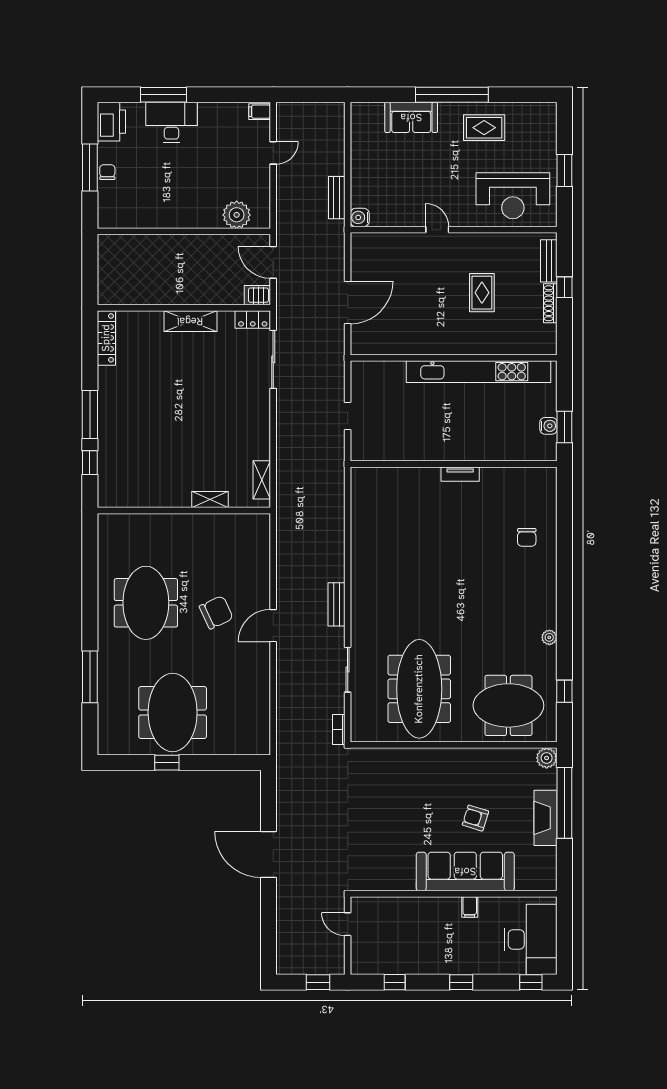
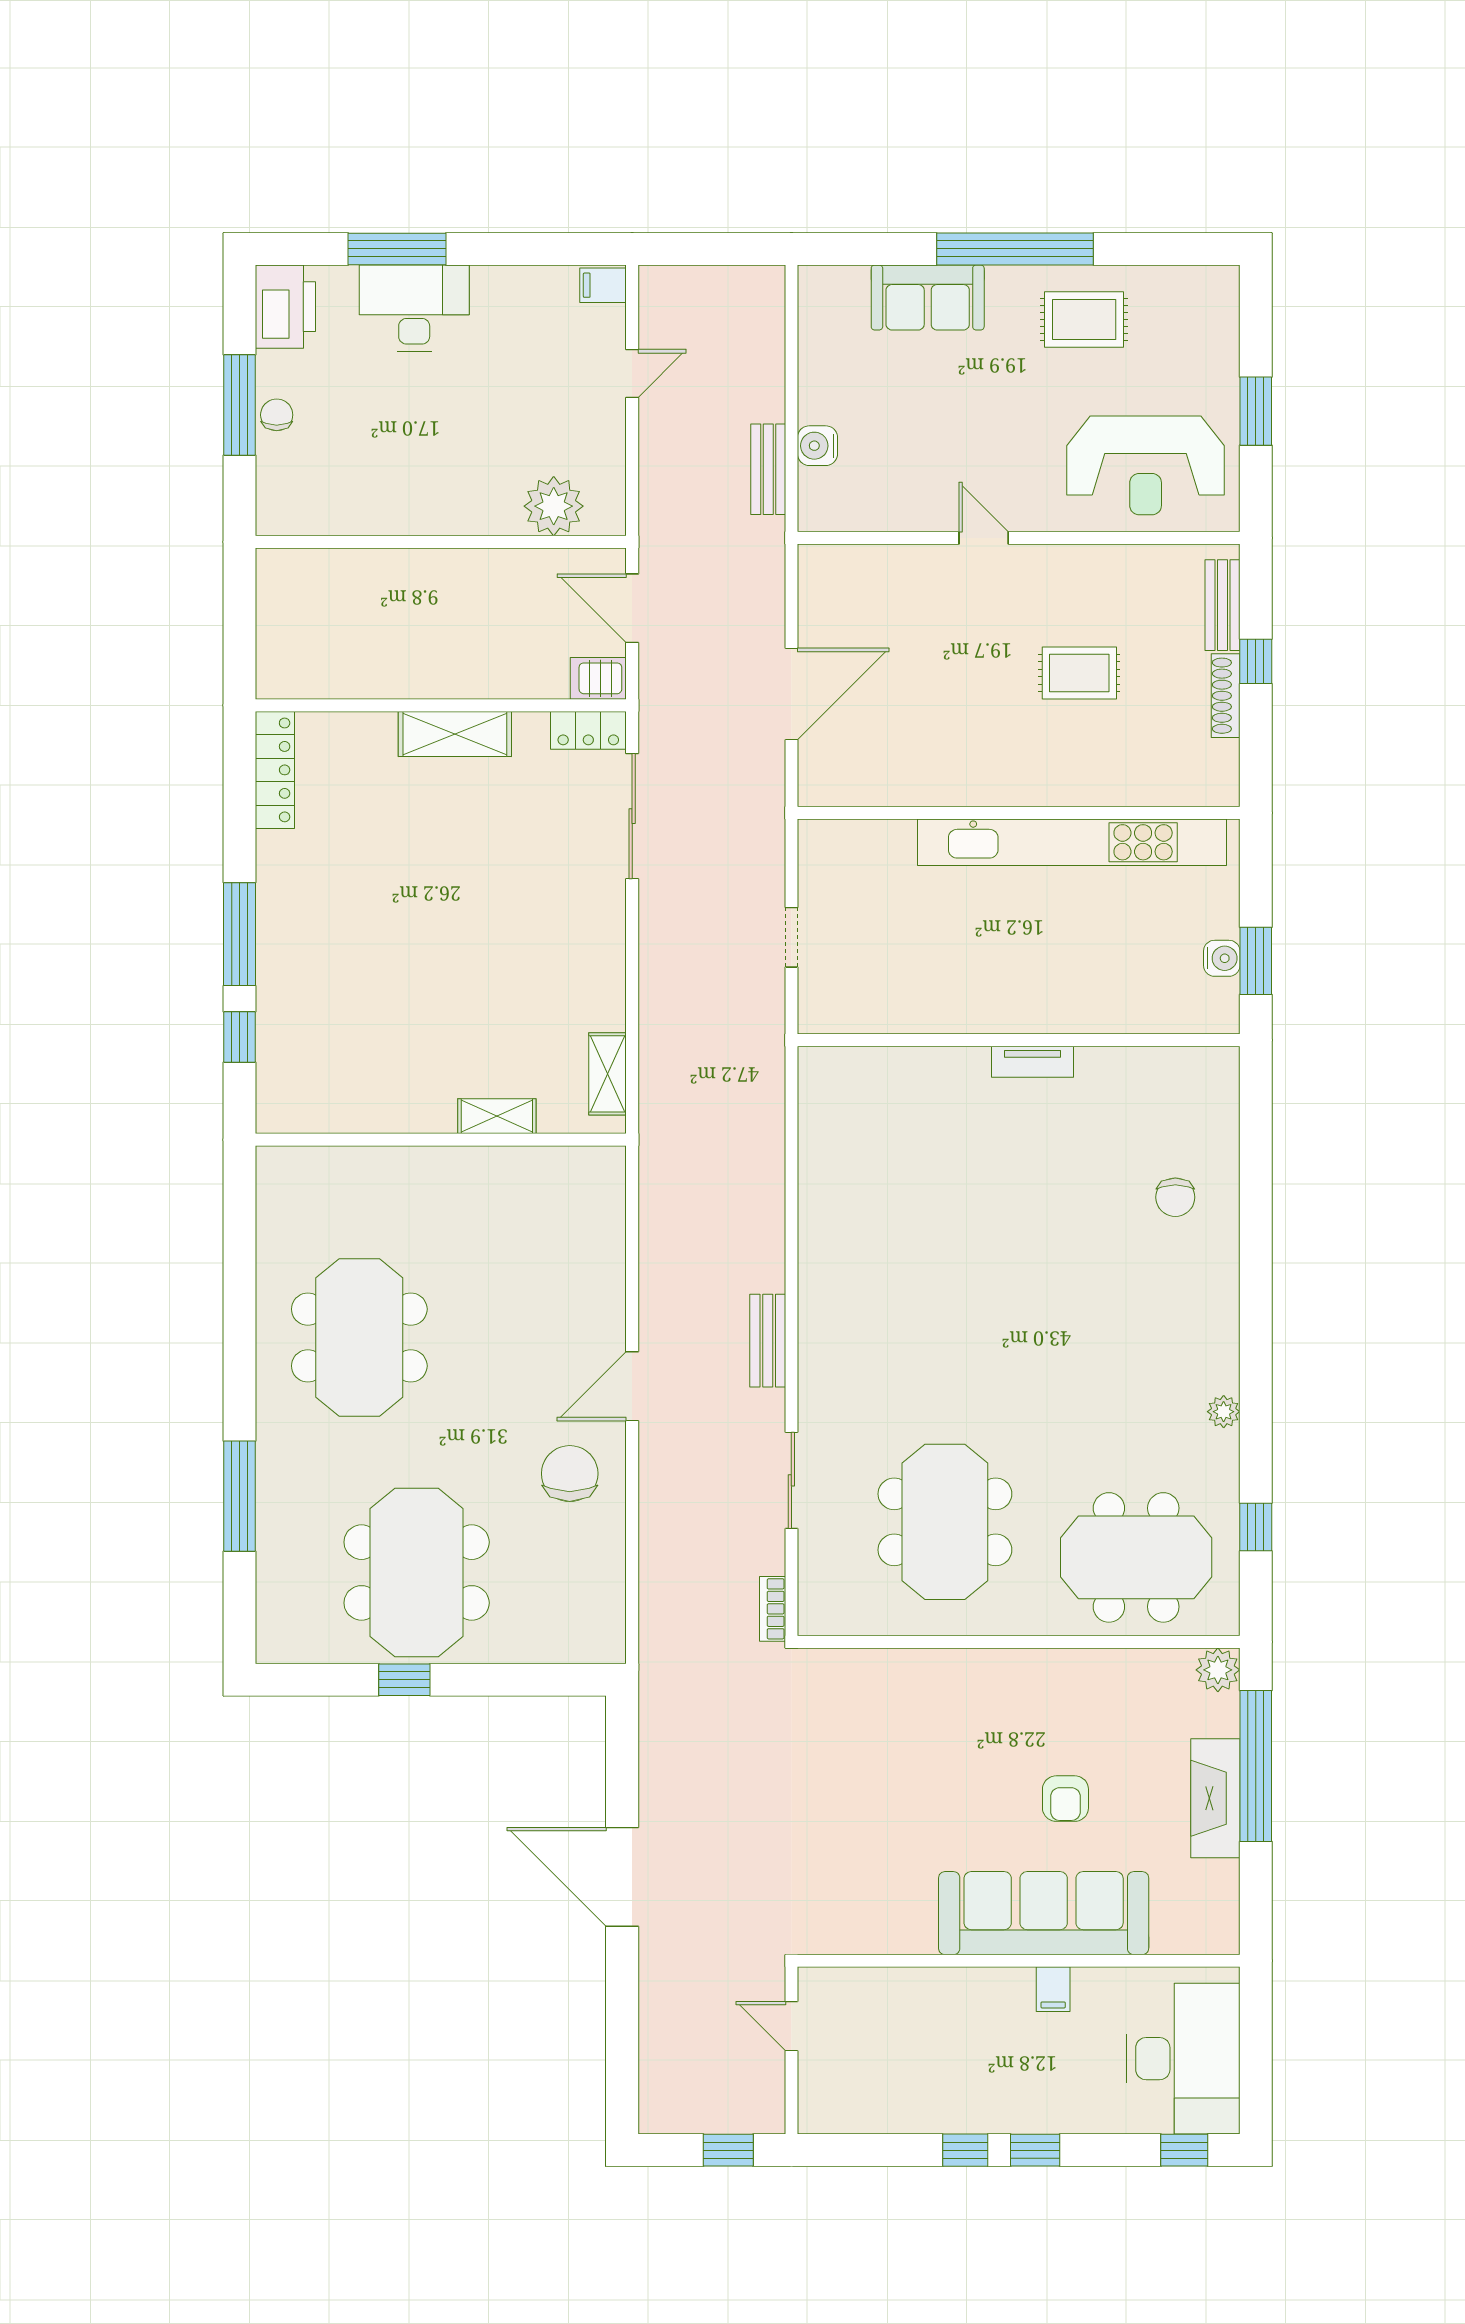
water cooler: (360, 217) -> (817, 446), moved
rug: (482, 293) -> (1079, 673), turned 90
chair: (216, 612) -> (570, 1474), moved, turned -65
meeting table: (419, 689) -> (945, 1522), width x0.73
armchair: (475, 818) -> (1065, 1799), turned -107
window: (395, 982) -> (965, 2150), moved

